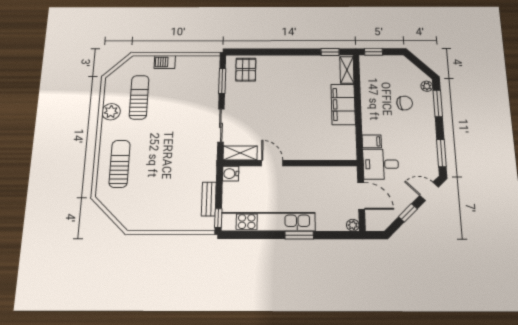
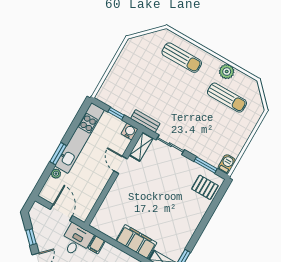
barbecue: (165, 62) -> (227, 164), moved
door: (272, 163) -> (121, 165), swing flipped
door: (361, 196) -> (61, 213), swing flipped
bench: (209, 199) -> (145, 121), moved
window: (218, 218) -> (116, 113), moved
plant: (353, 225) -> (56, 174), moved

